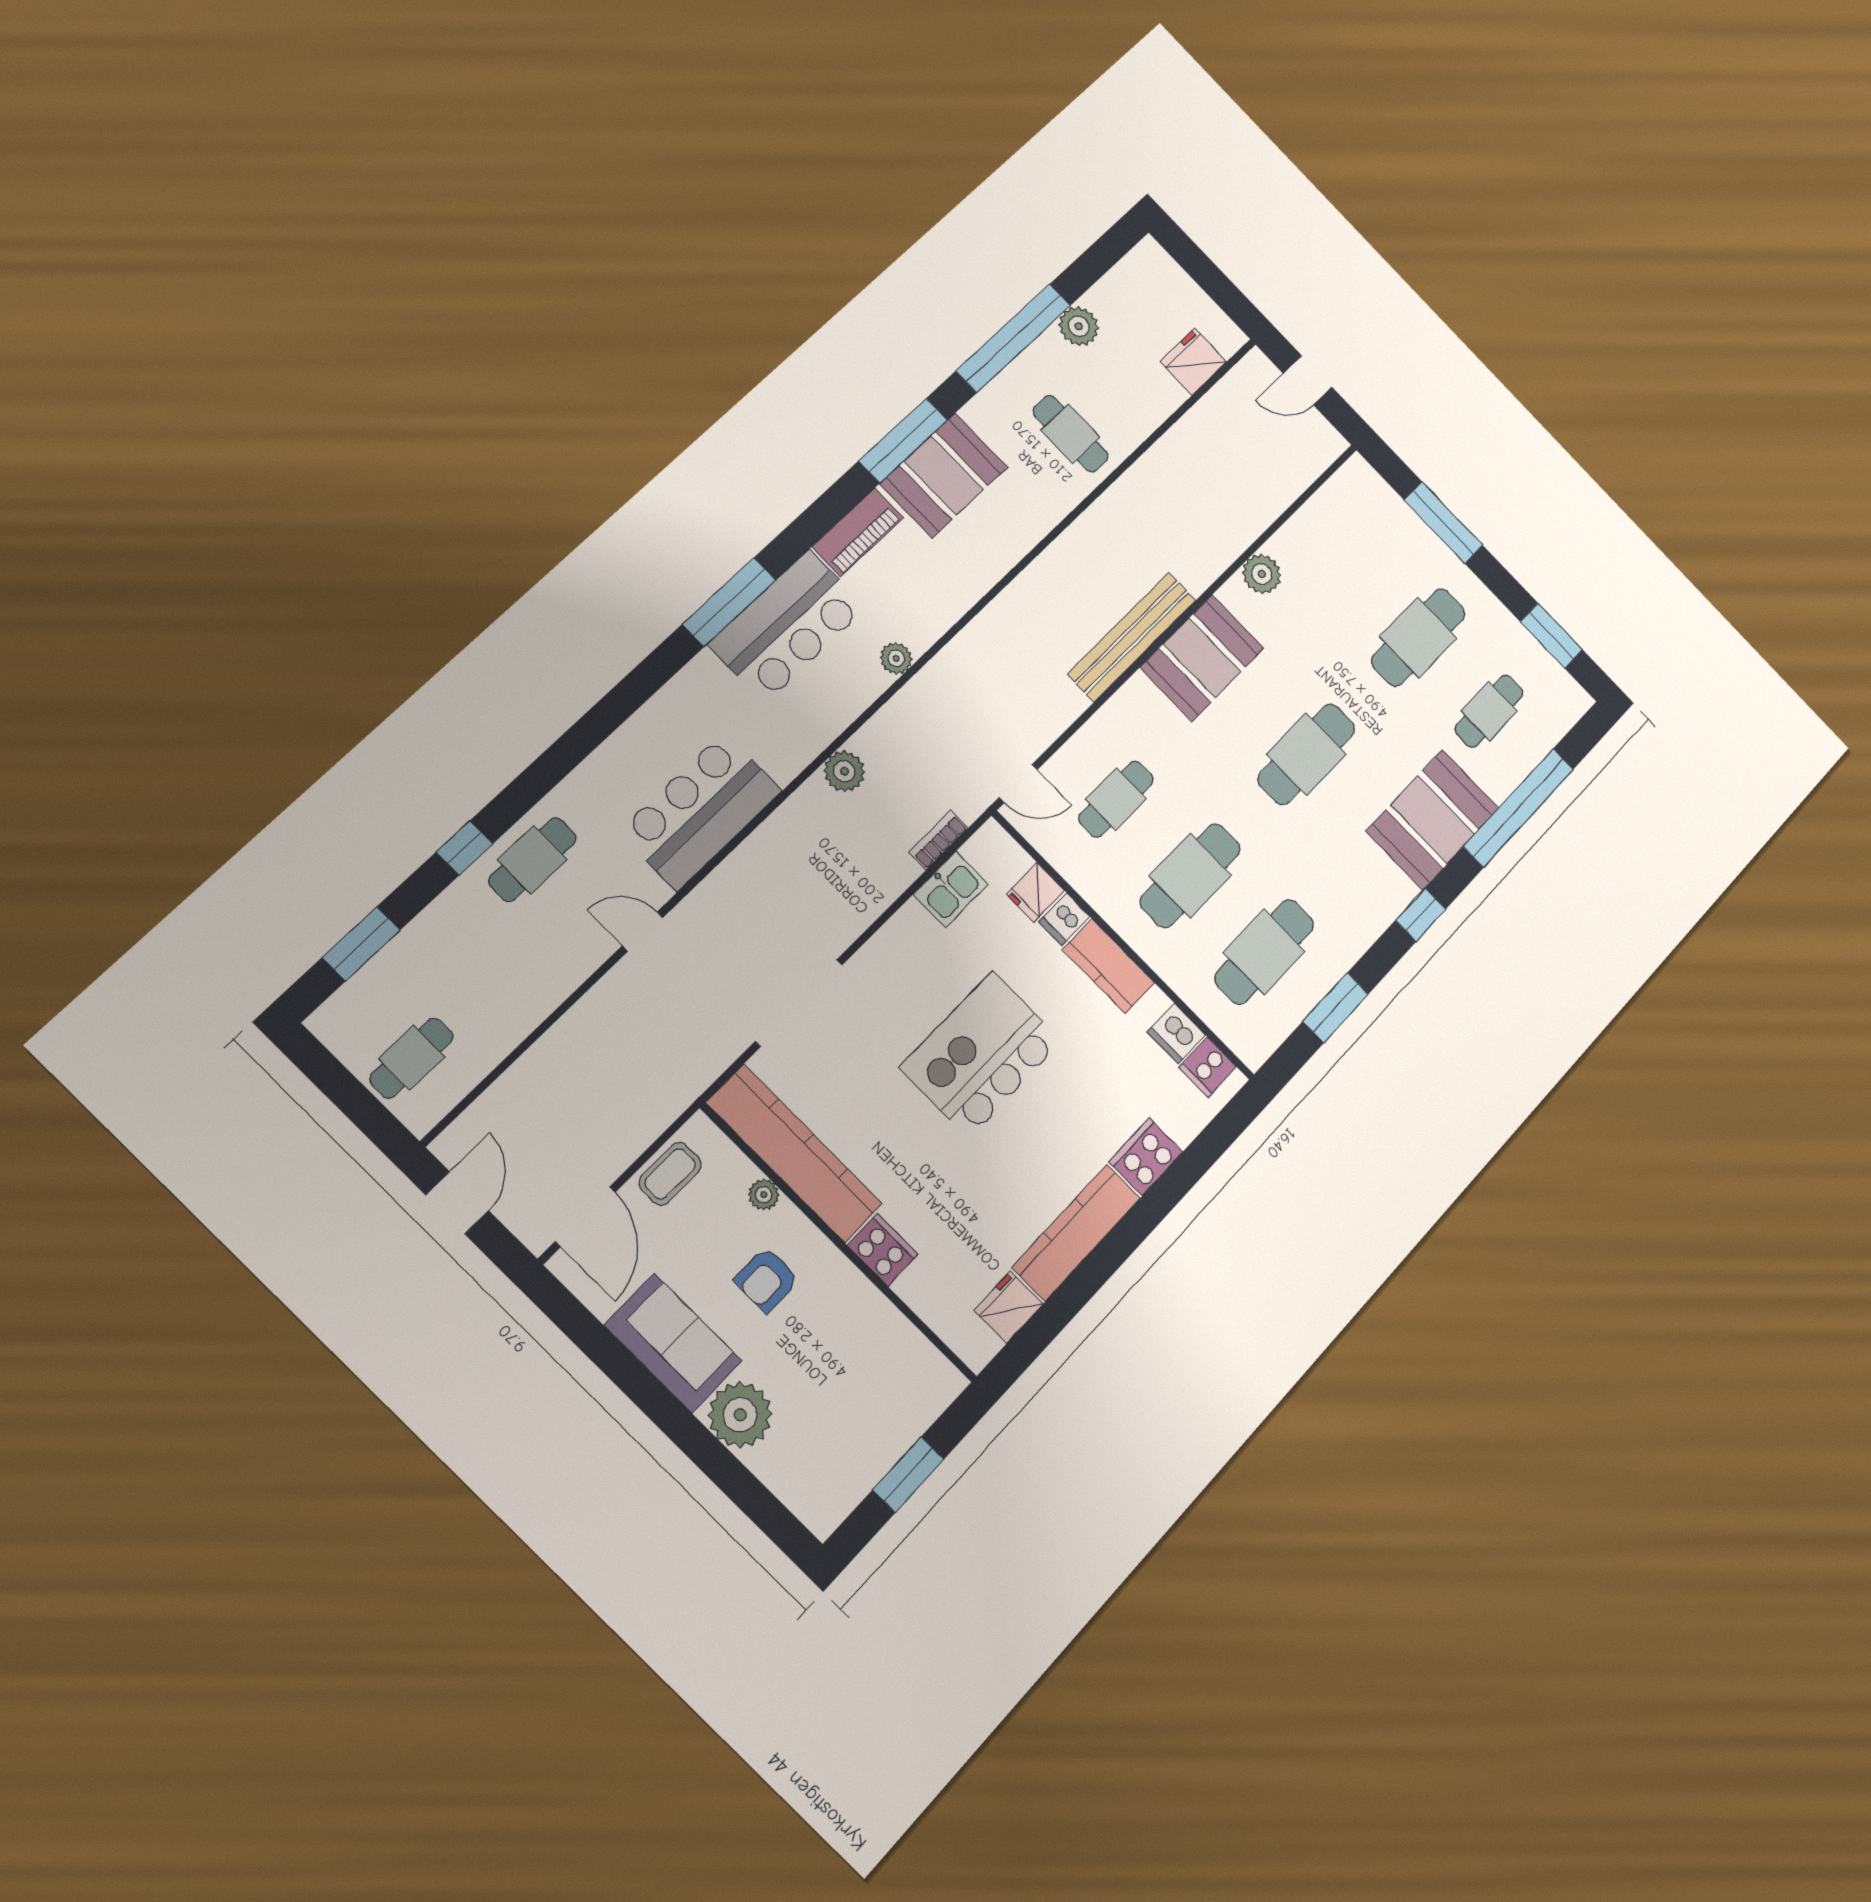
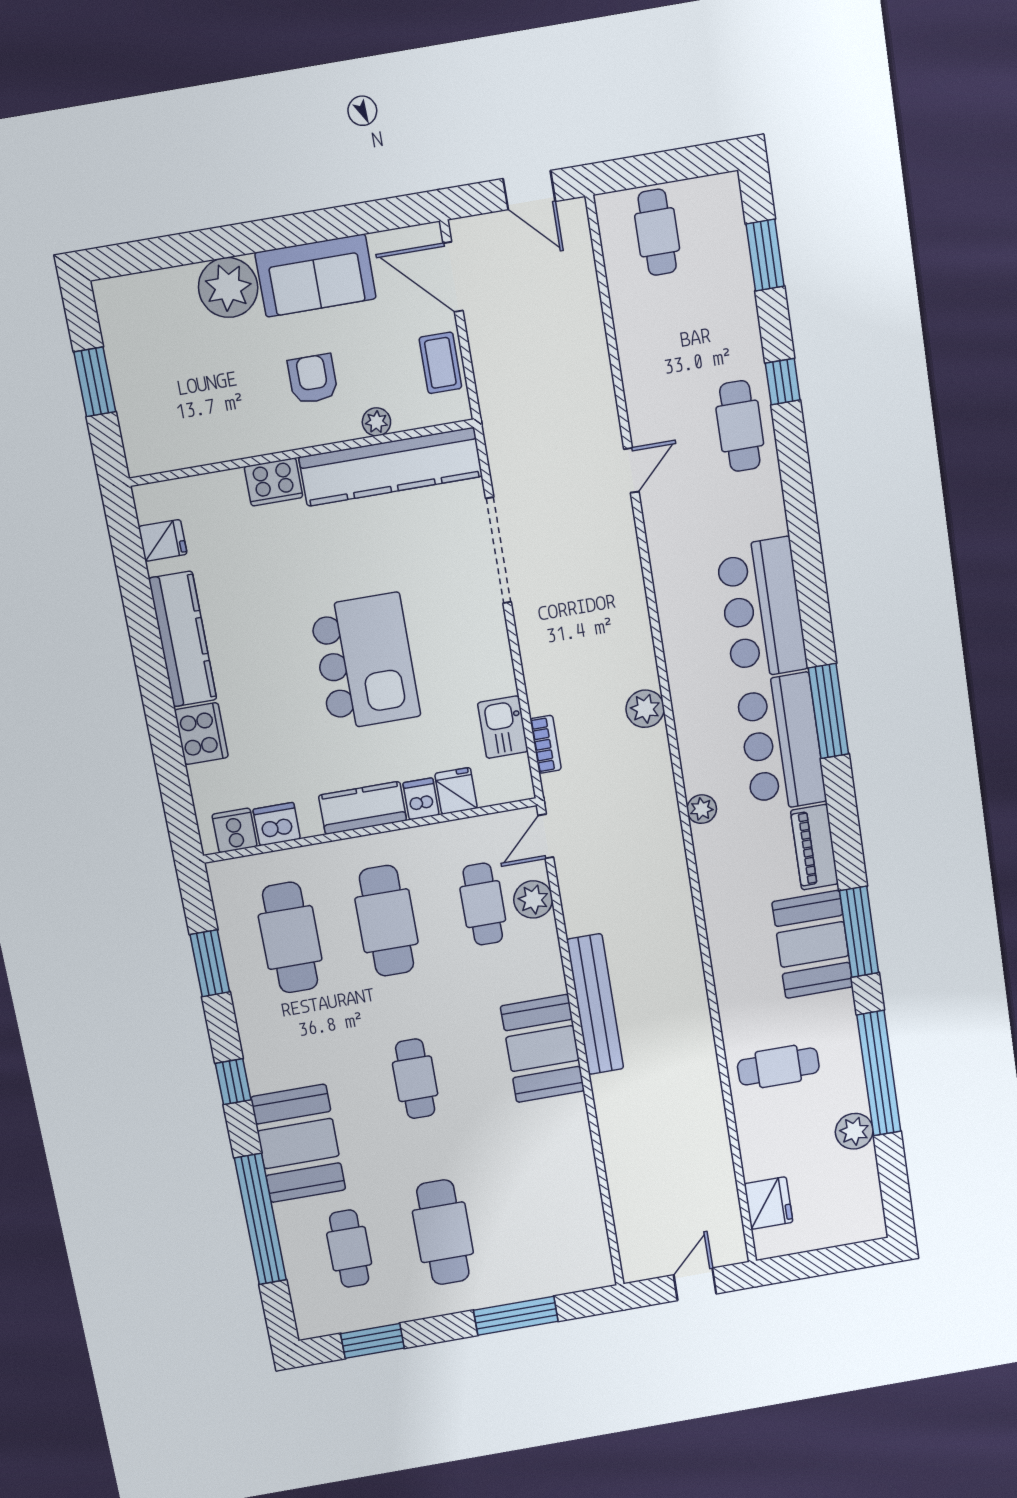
plant: (1262, 574) -> (533, 899), moved
cafe table: (1307, 754) -> (415, 1079), width x0.73, depth x0.74
bar counter: (701, 811) -> (762, 609), moved, turned 180
fridge: (1009, 1307) -> (163, 540), width x0.72

